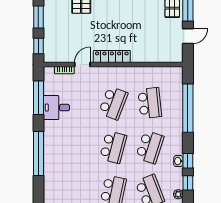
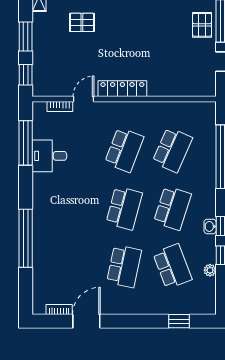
school desk: (150, 103) -> (172, 150), turned 30
window: (38, 153) -> (26, 238), moved

